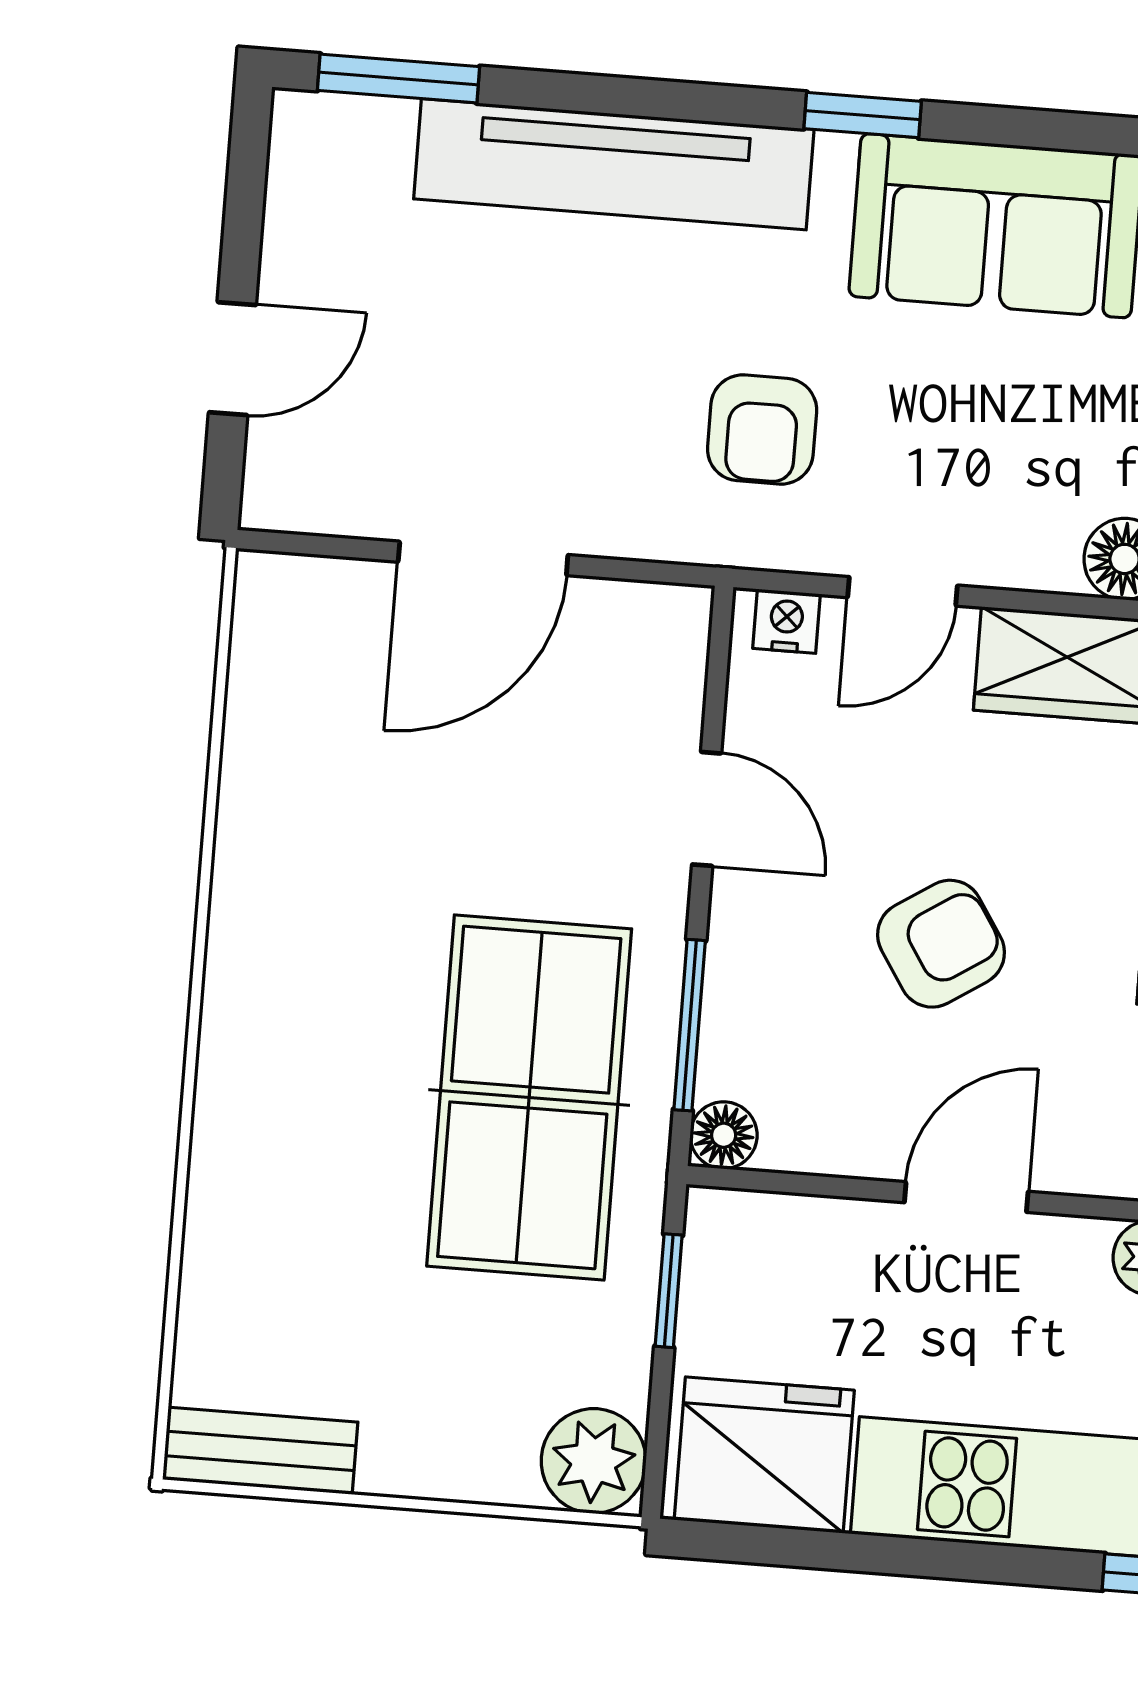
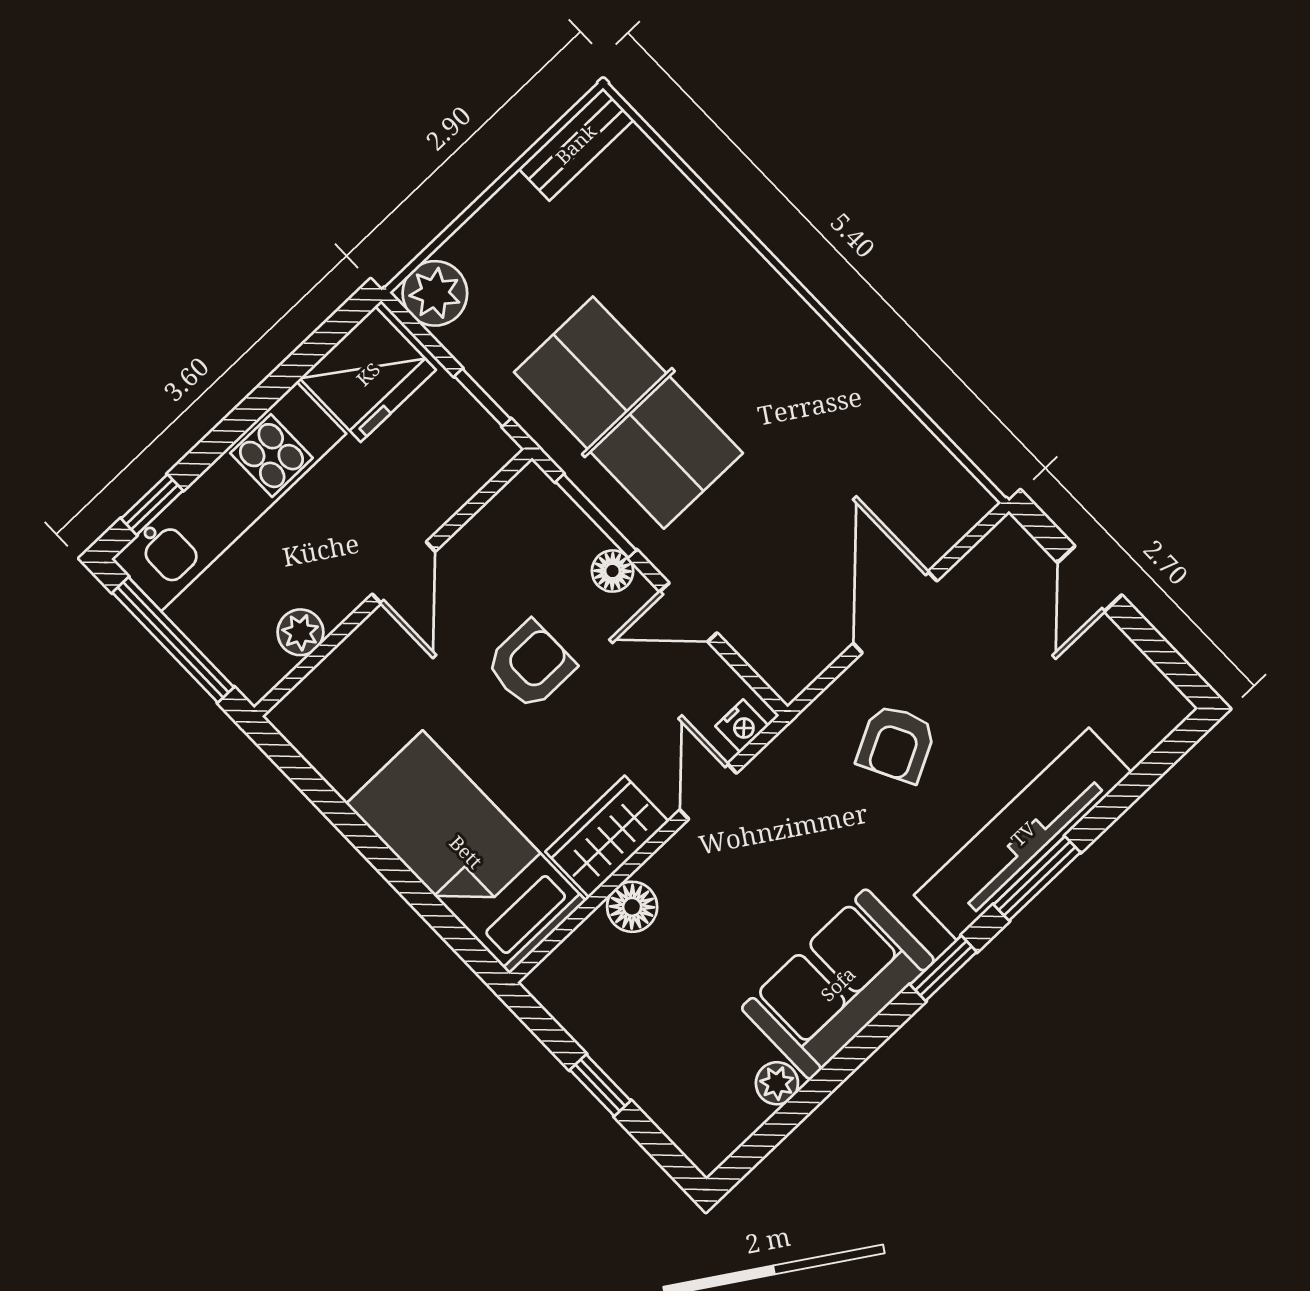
window: (399, 78) -> (1037, 879), moved
armchair: (762, 429) -> (896, 743), moved, turned -117
armchair: (941, 944) -> (530, 665), turned -147
floor lamp: (724, 1135) -> (613, 571), moved

